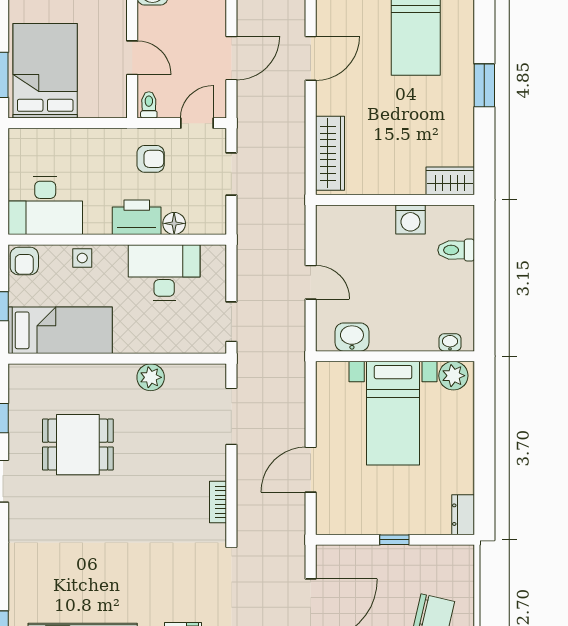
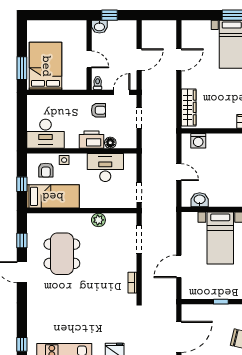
washing machine: (410, 220) -> (198, 141), moved
armchair: (24, 261) -> (46, 170), moved
dining table: (78, 445) -> (62, 254), width x1.38

